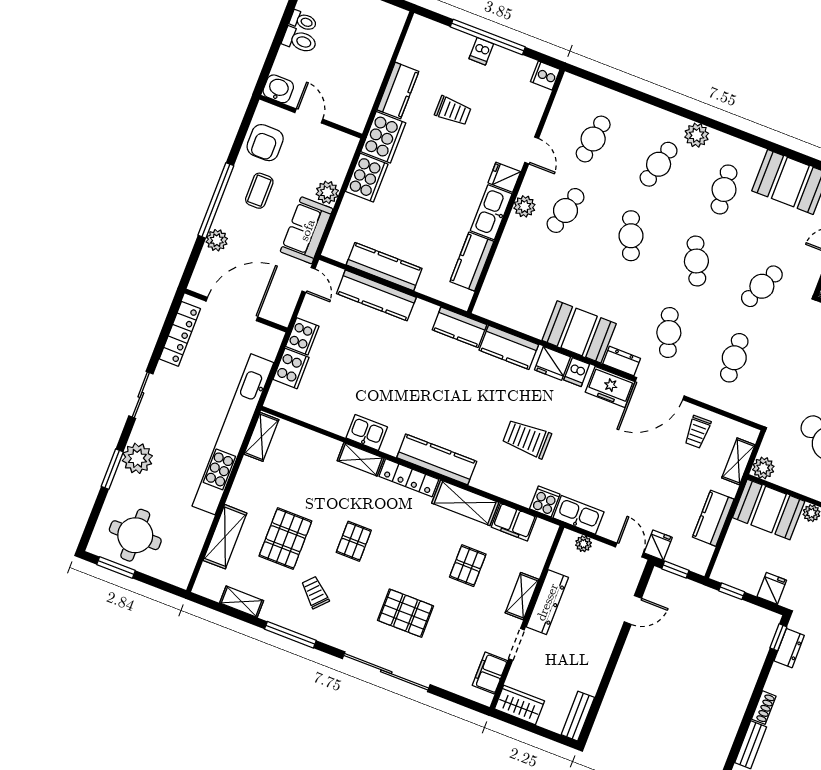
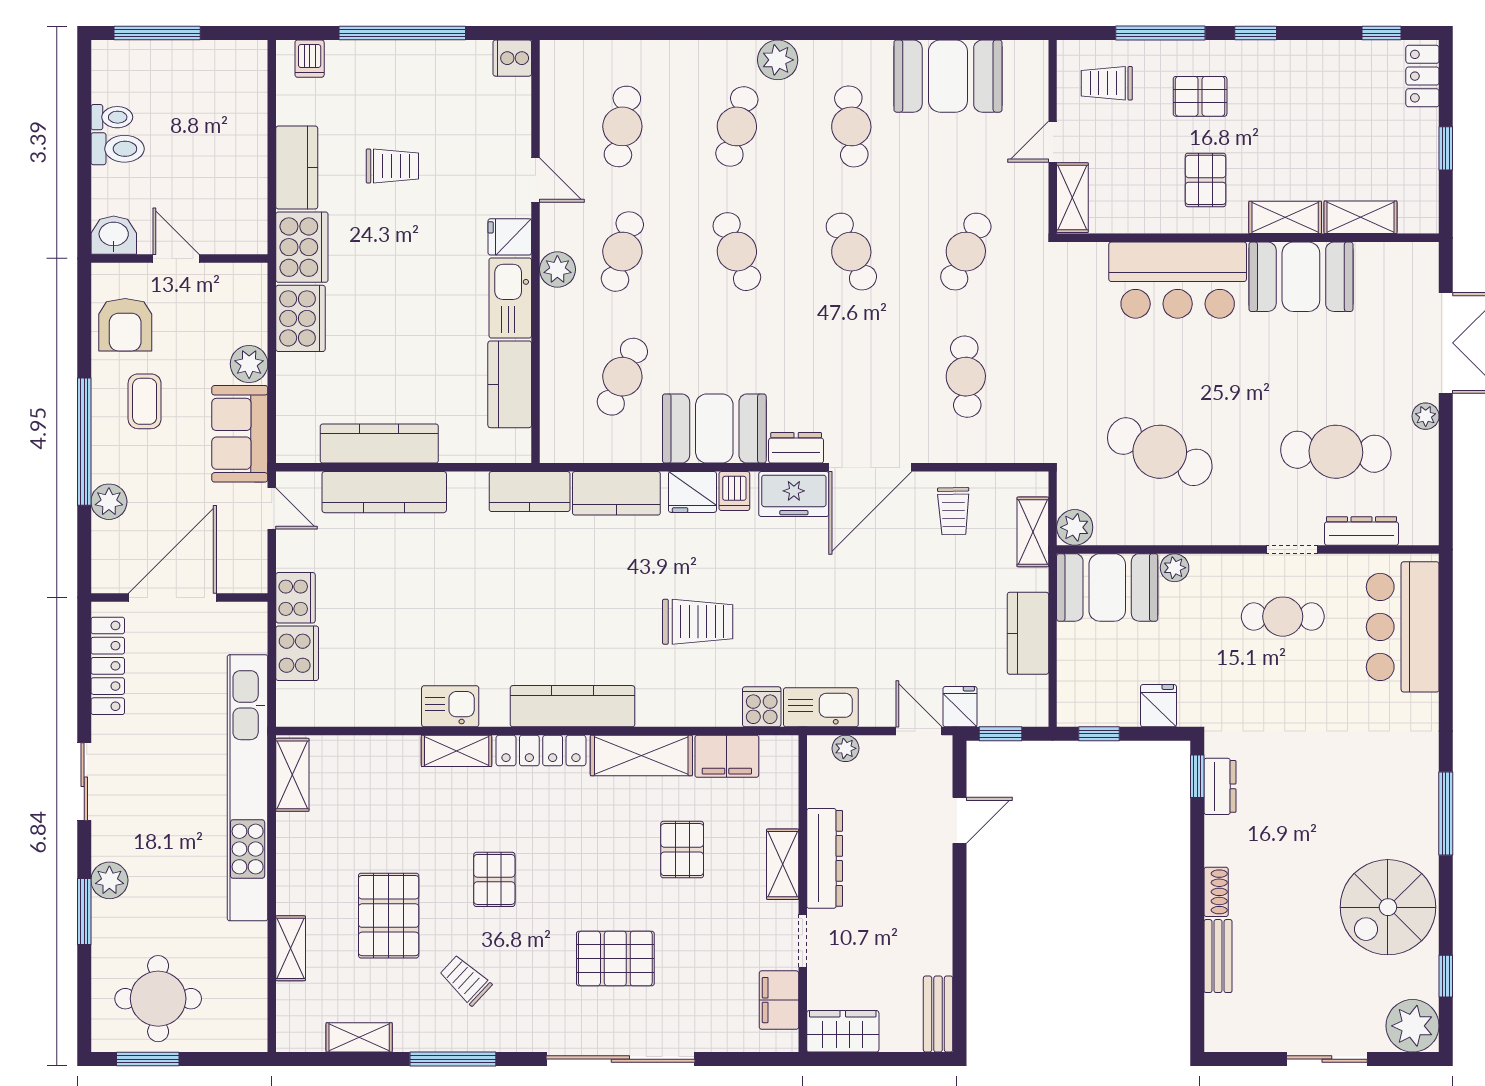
dishwasher: (481, 51) -> (310, 59), moved
cafe table: (669, 333) -> (622, 377), moved, turned 42
trolley: (527, 439) -> (698, 622), turned 180
plant: (137, 458) -> (109, 880), width x0.73, depth x0.73
shelving: (225, 537) -> (291, 948), width x0.67, depth x0.75

